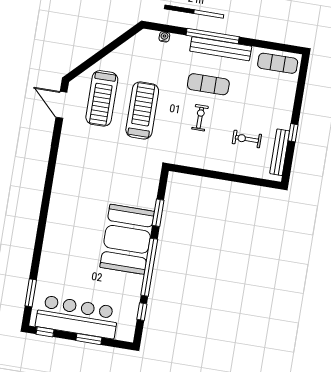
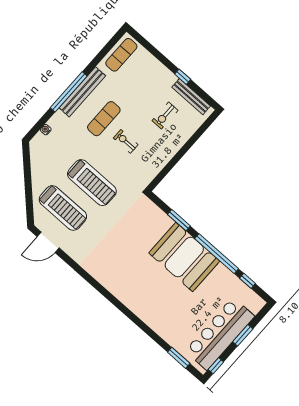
treadmill: (142, 110) -> (92, 183), turned 180

